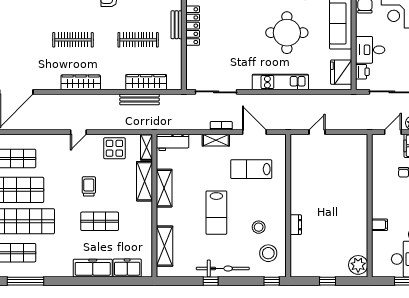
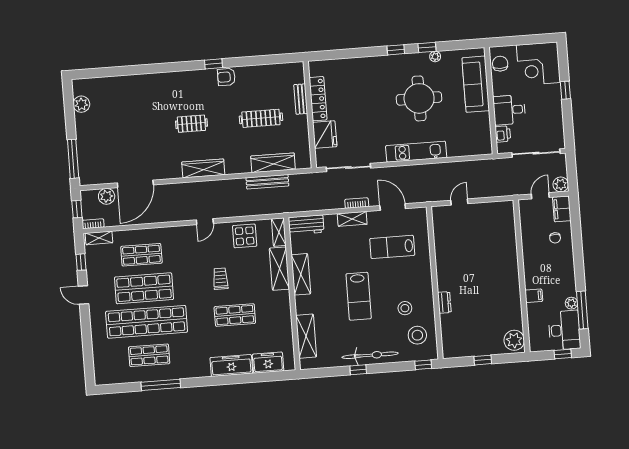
clothes rail: (73, 40) -> (191, 124), width x0.73
fridge: (341, 72) -> (325, 135), moved, turned 180

